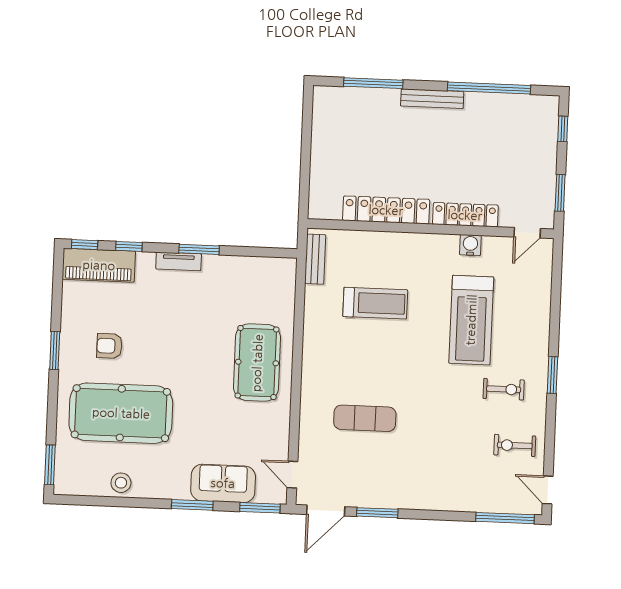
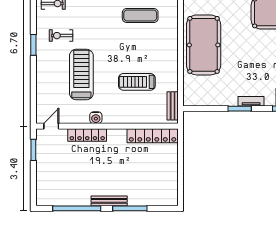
window: (373, 83) -> (130, 208), moved
window: (563, 129) -> (33, 187), removed
locker: (386, 210) -> (153, 136), moved
water cooler: (470, 245) -> (96, 118), moved
pool table: (257, 363) -> (204, 45), width x1.36, depth x1.32

